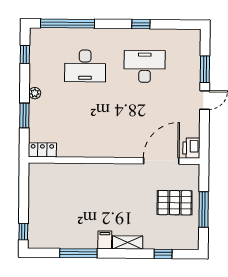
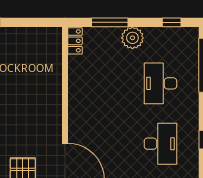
plant: (35, 93) -> (132, 38), width x1.88, depth x1.88
window: (24, 115) -> (110, 22), width x1.44

